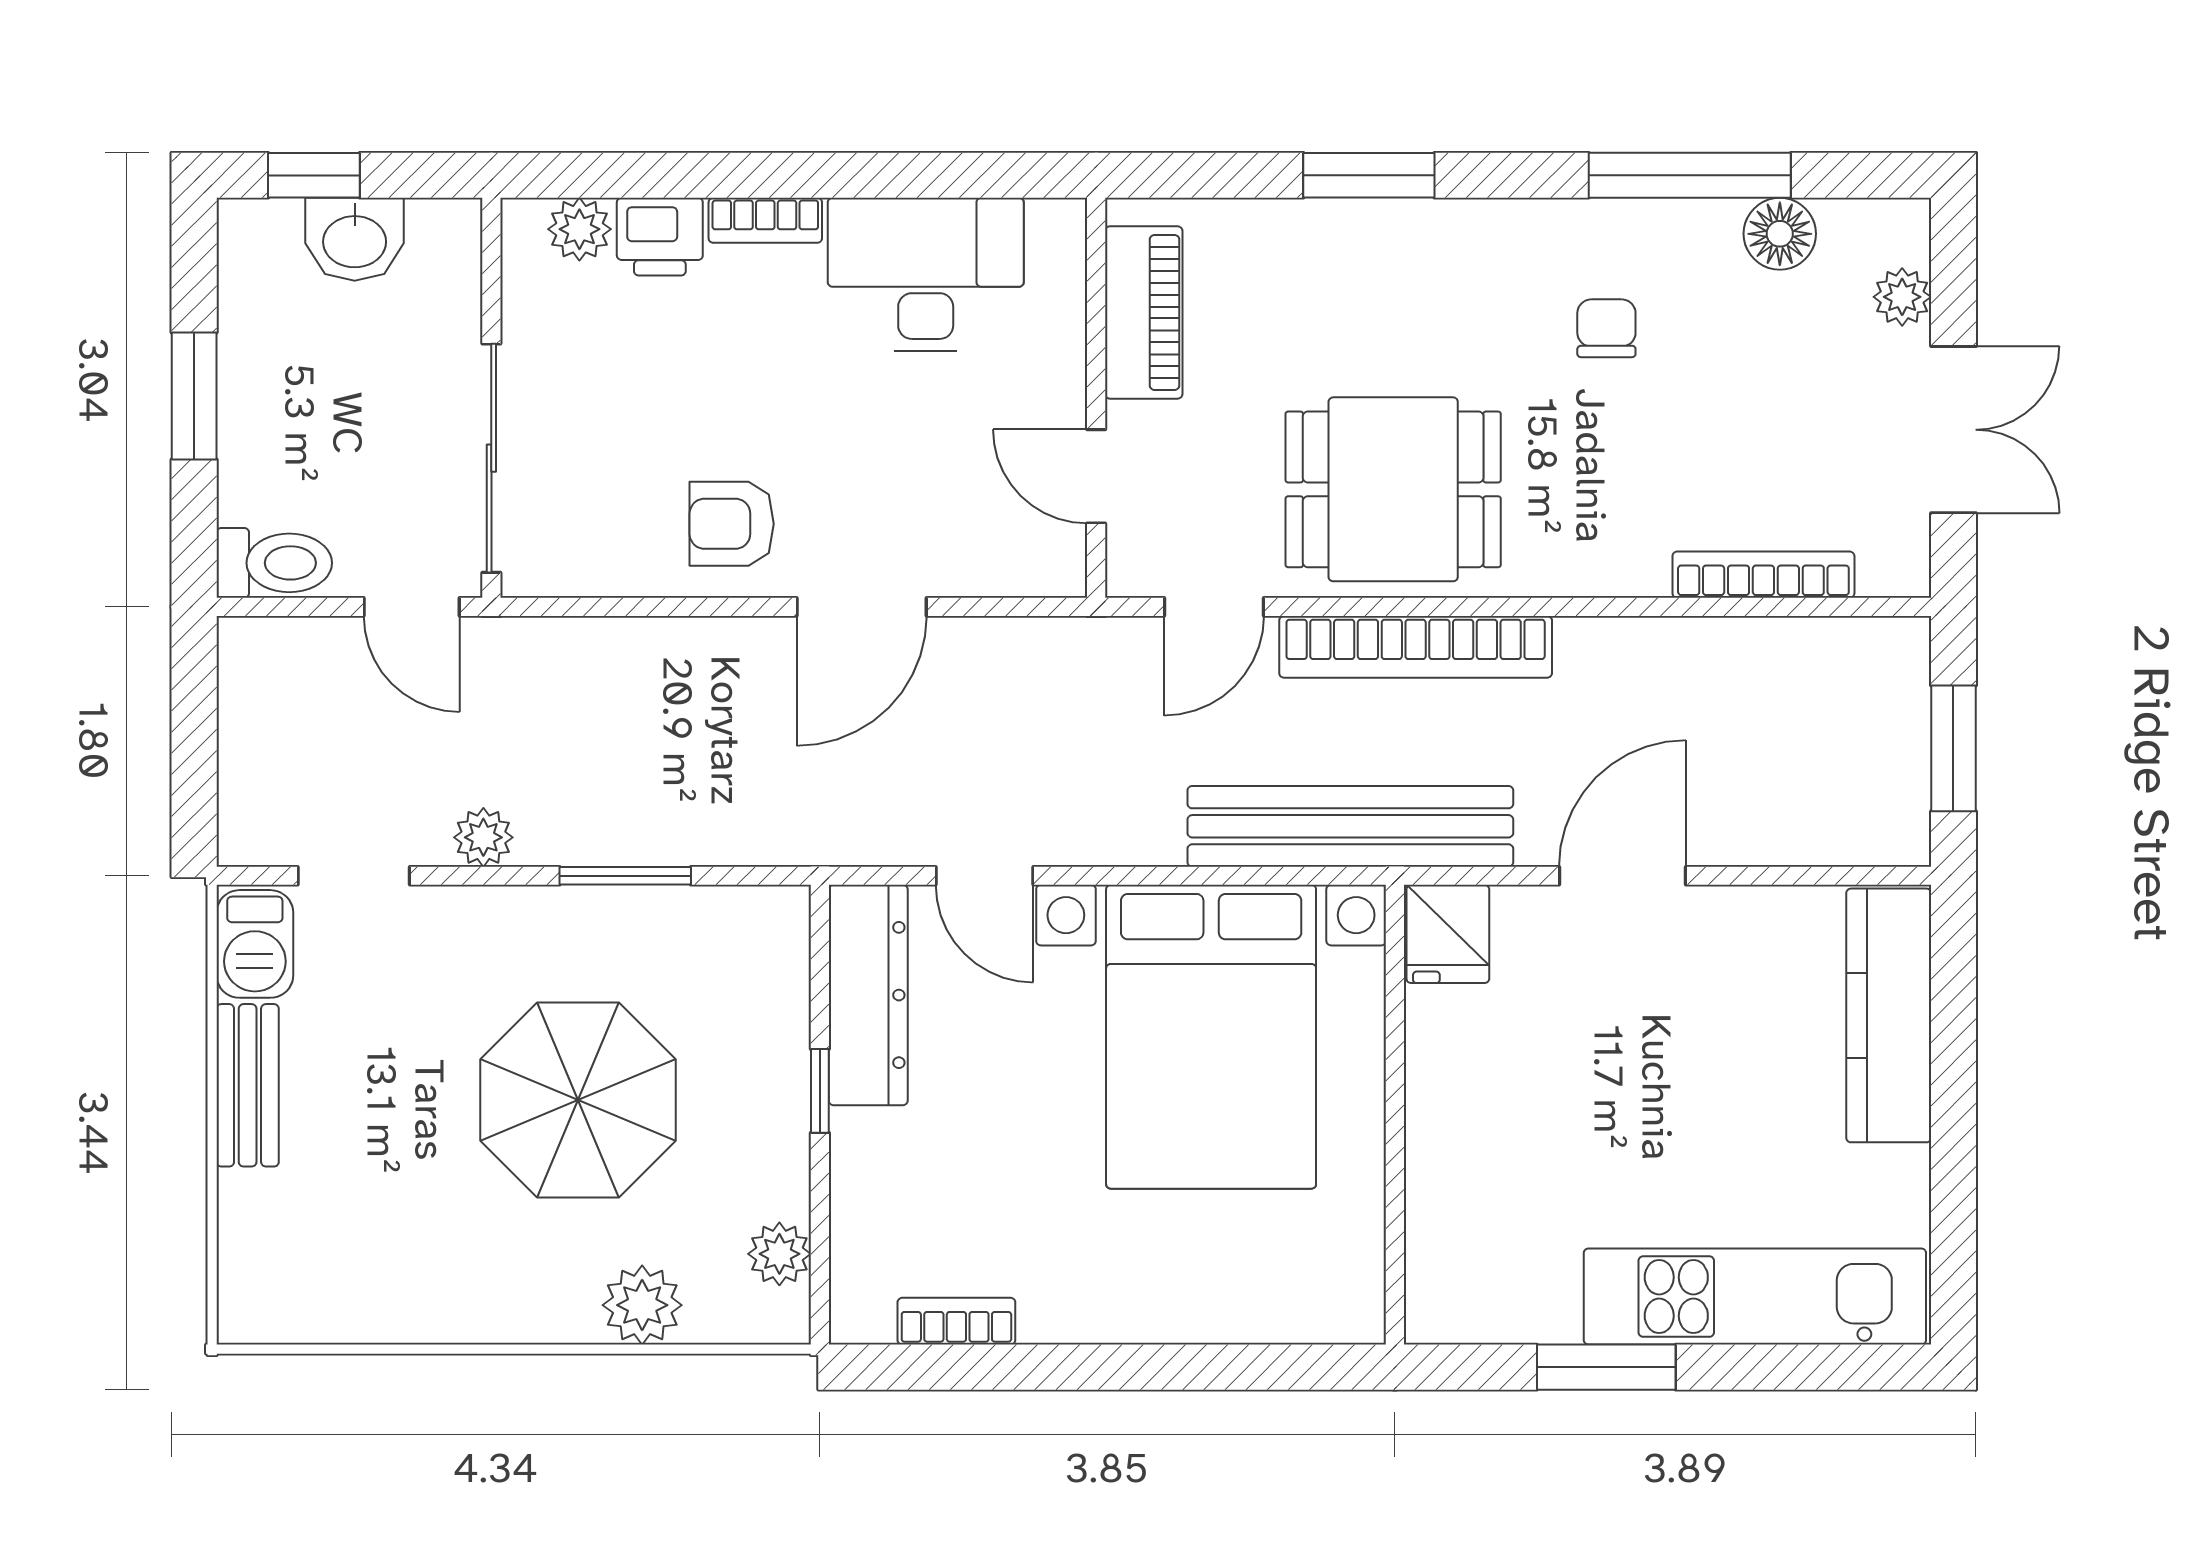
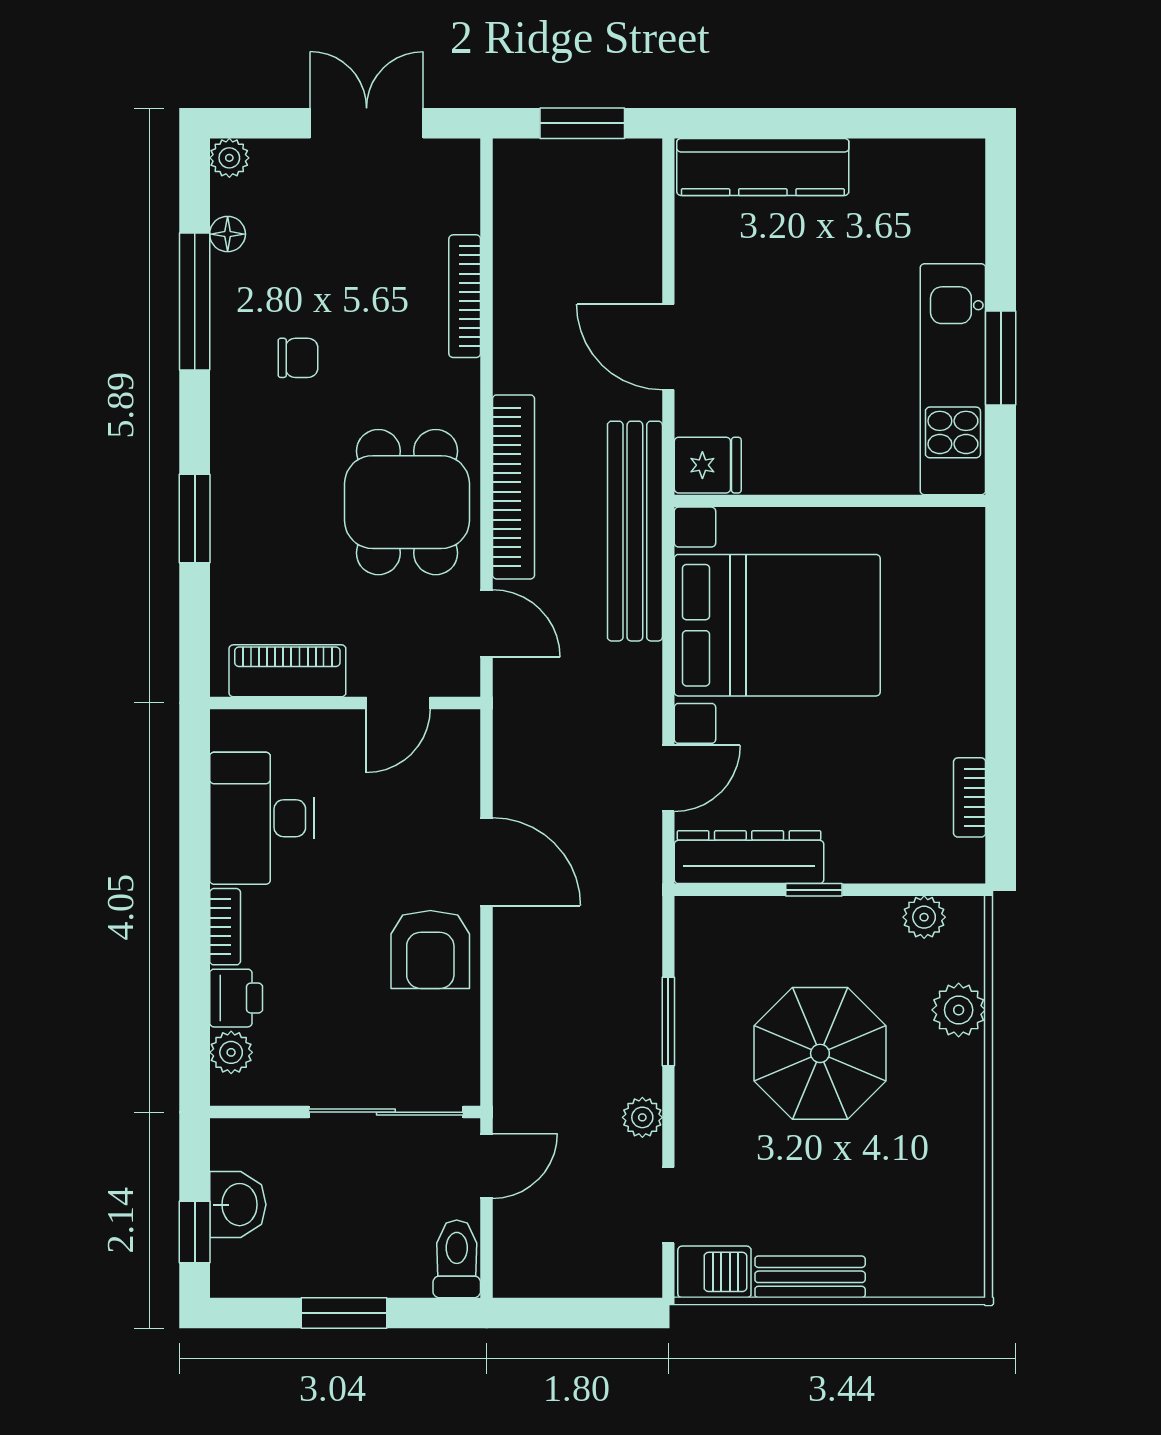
floor lamp: (1780, 234) -> (228, 234), width x0.73, depth x0.73
plant: (1902, 297) -> (229, 158), moved
chair: (1606, 328) -> (298, 358), turned 180
armchair: (732, 524) -> (430, 949), width x1.38, depth x1.38
bookcase: (1763, 575) -> (465, 296), moved
kitchen unit: (1755, 1297) -> (953, 379), moved

